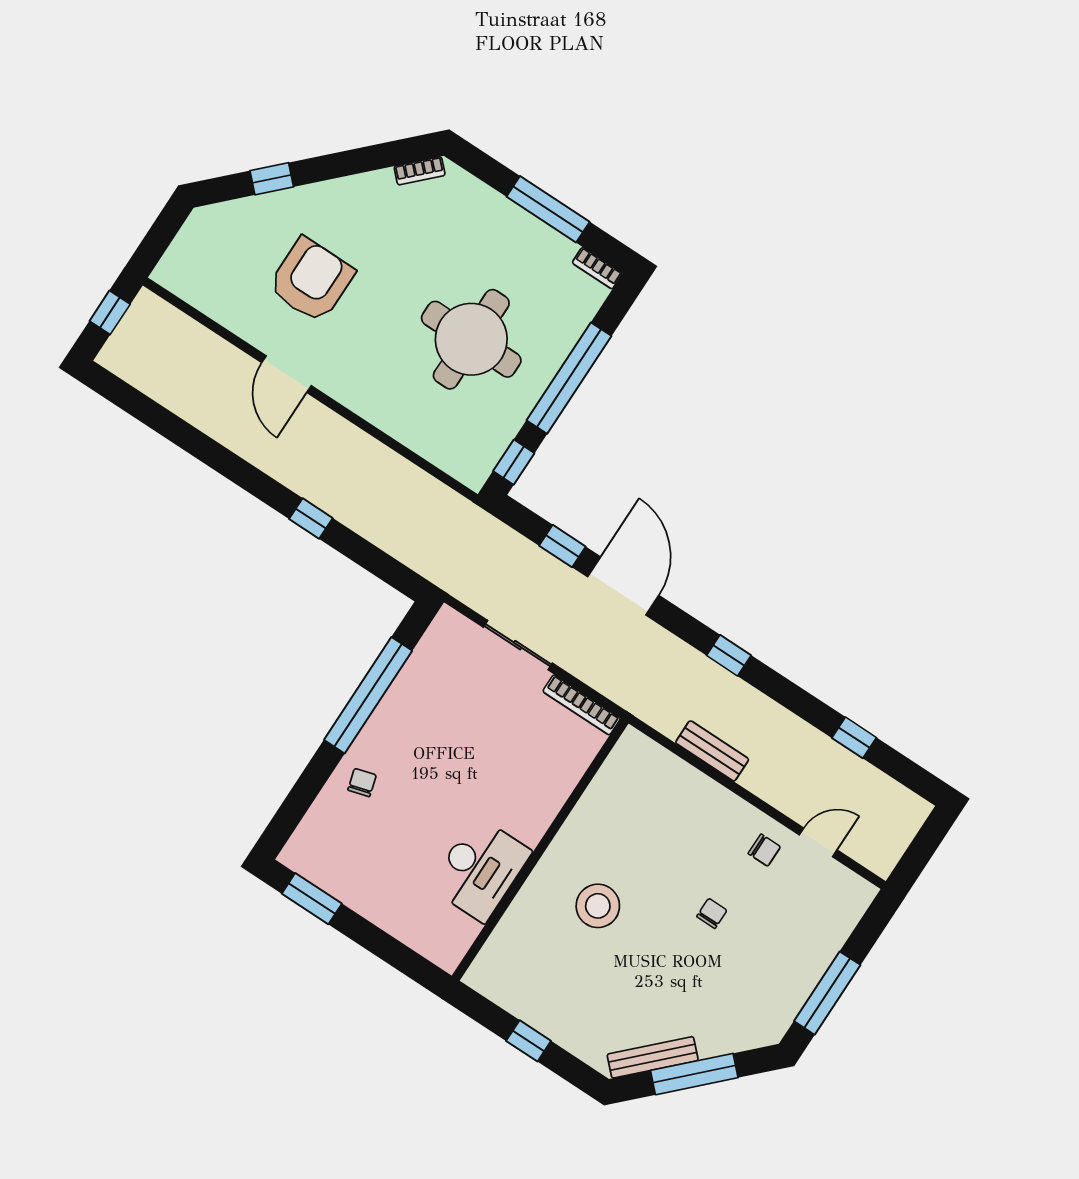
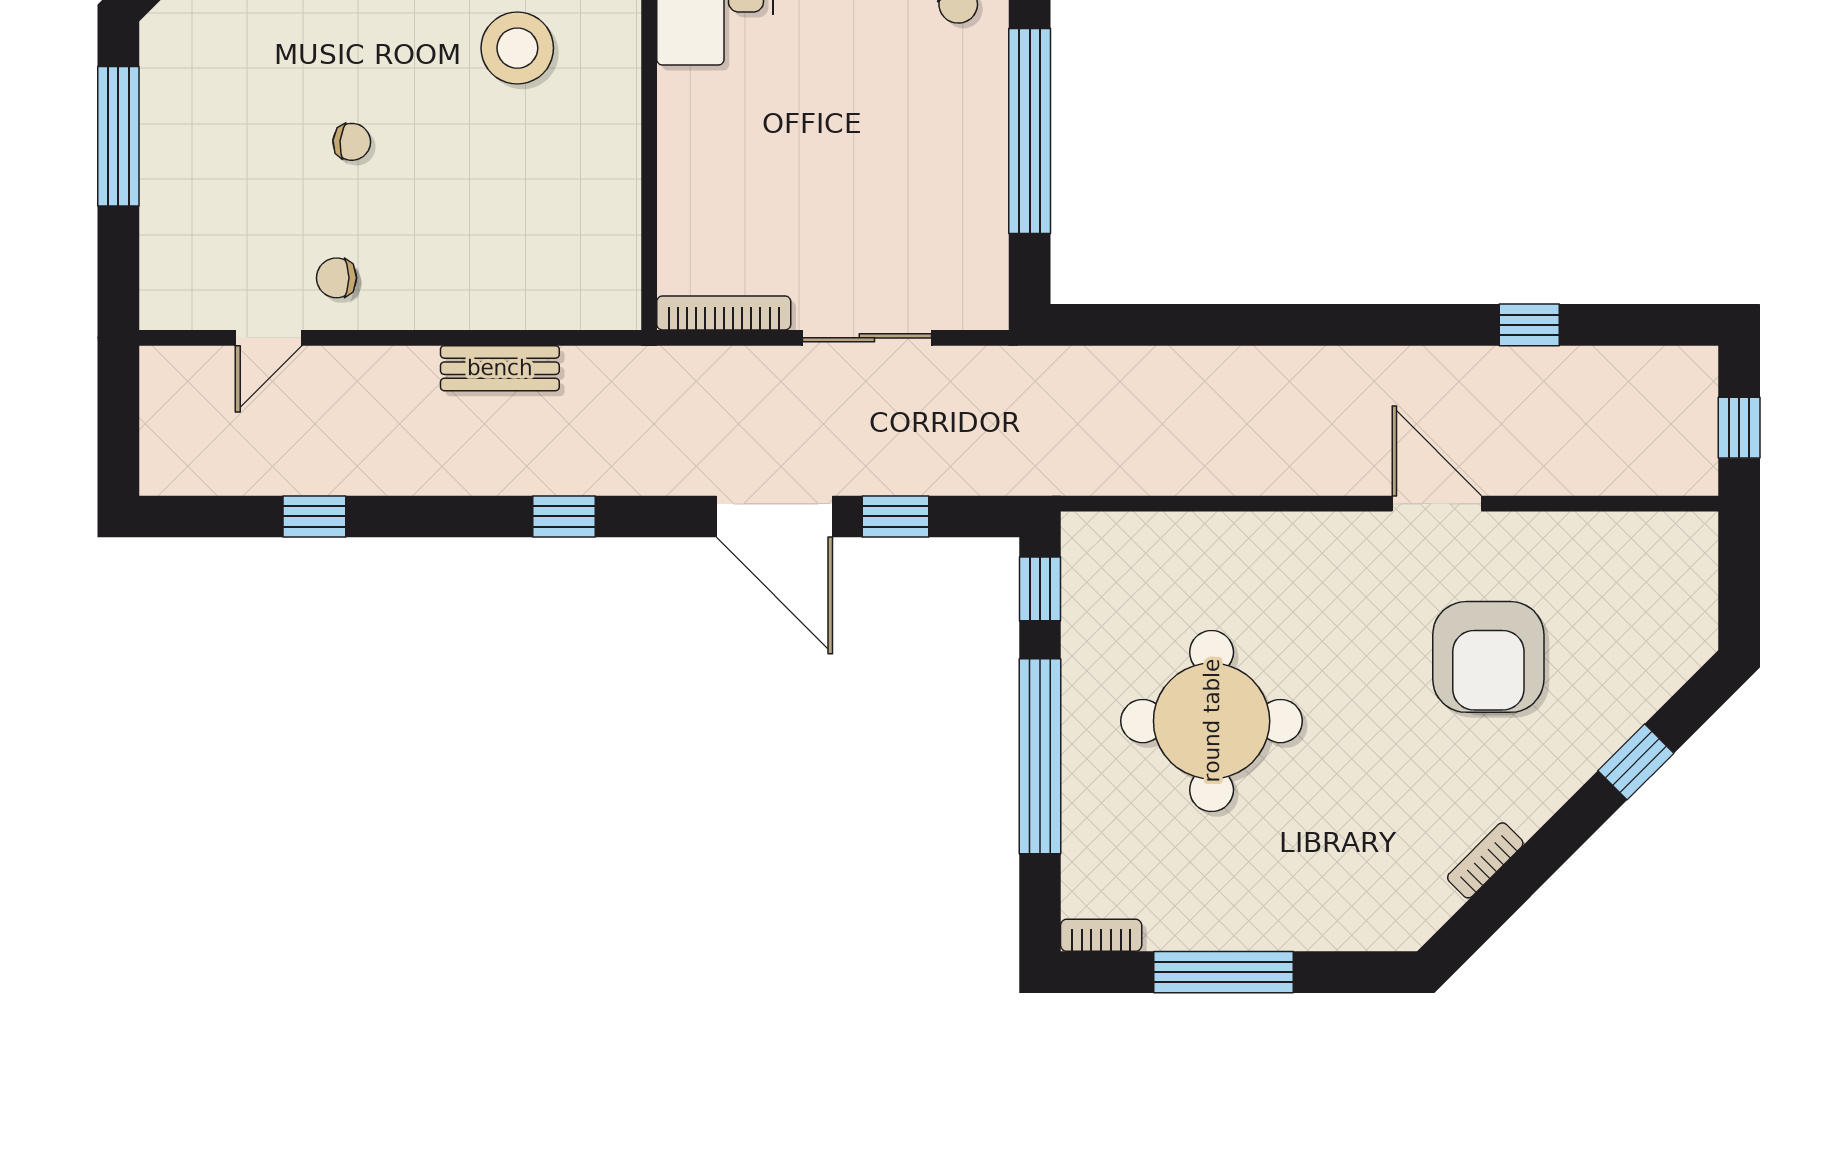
bookcase: (420, 171) -> (1485, 860), moved
window: (311, 518) -> (1529, 325), moved
chair: (712, 913) -> (352, 142), turned -85

